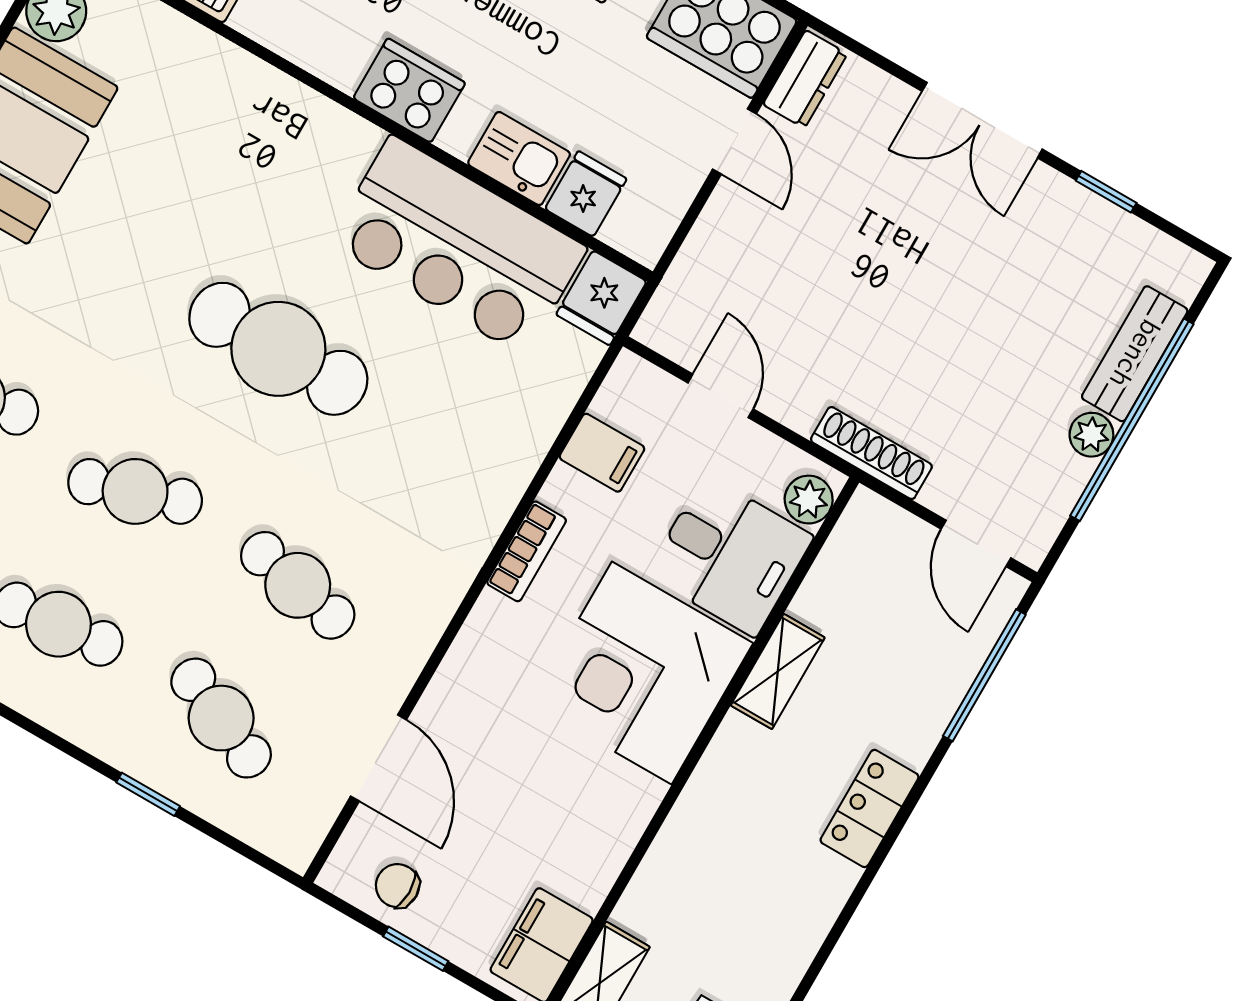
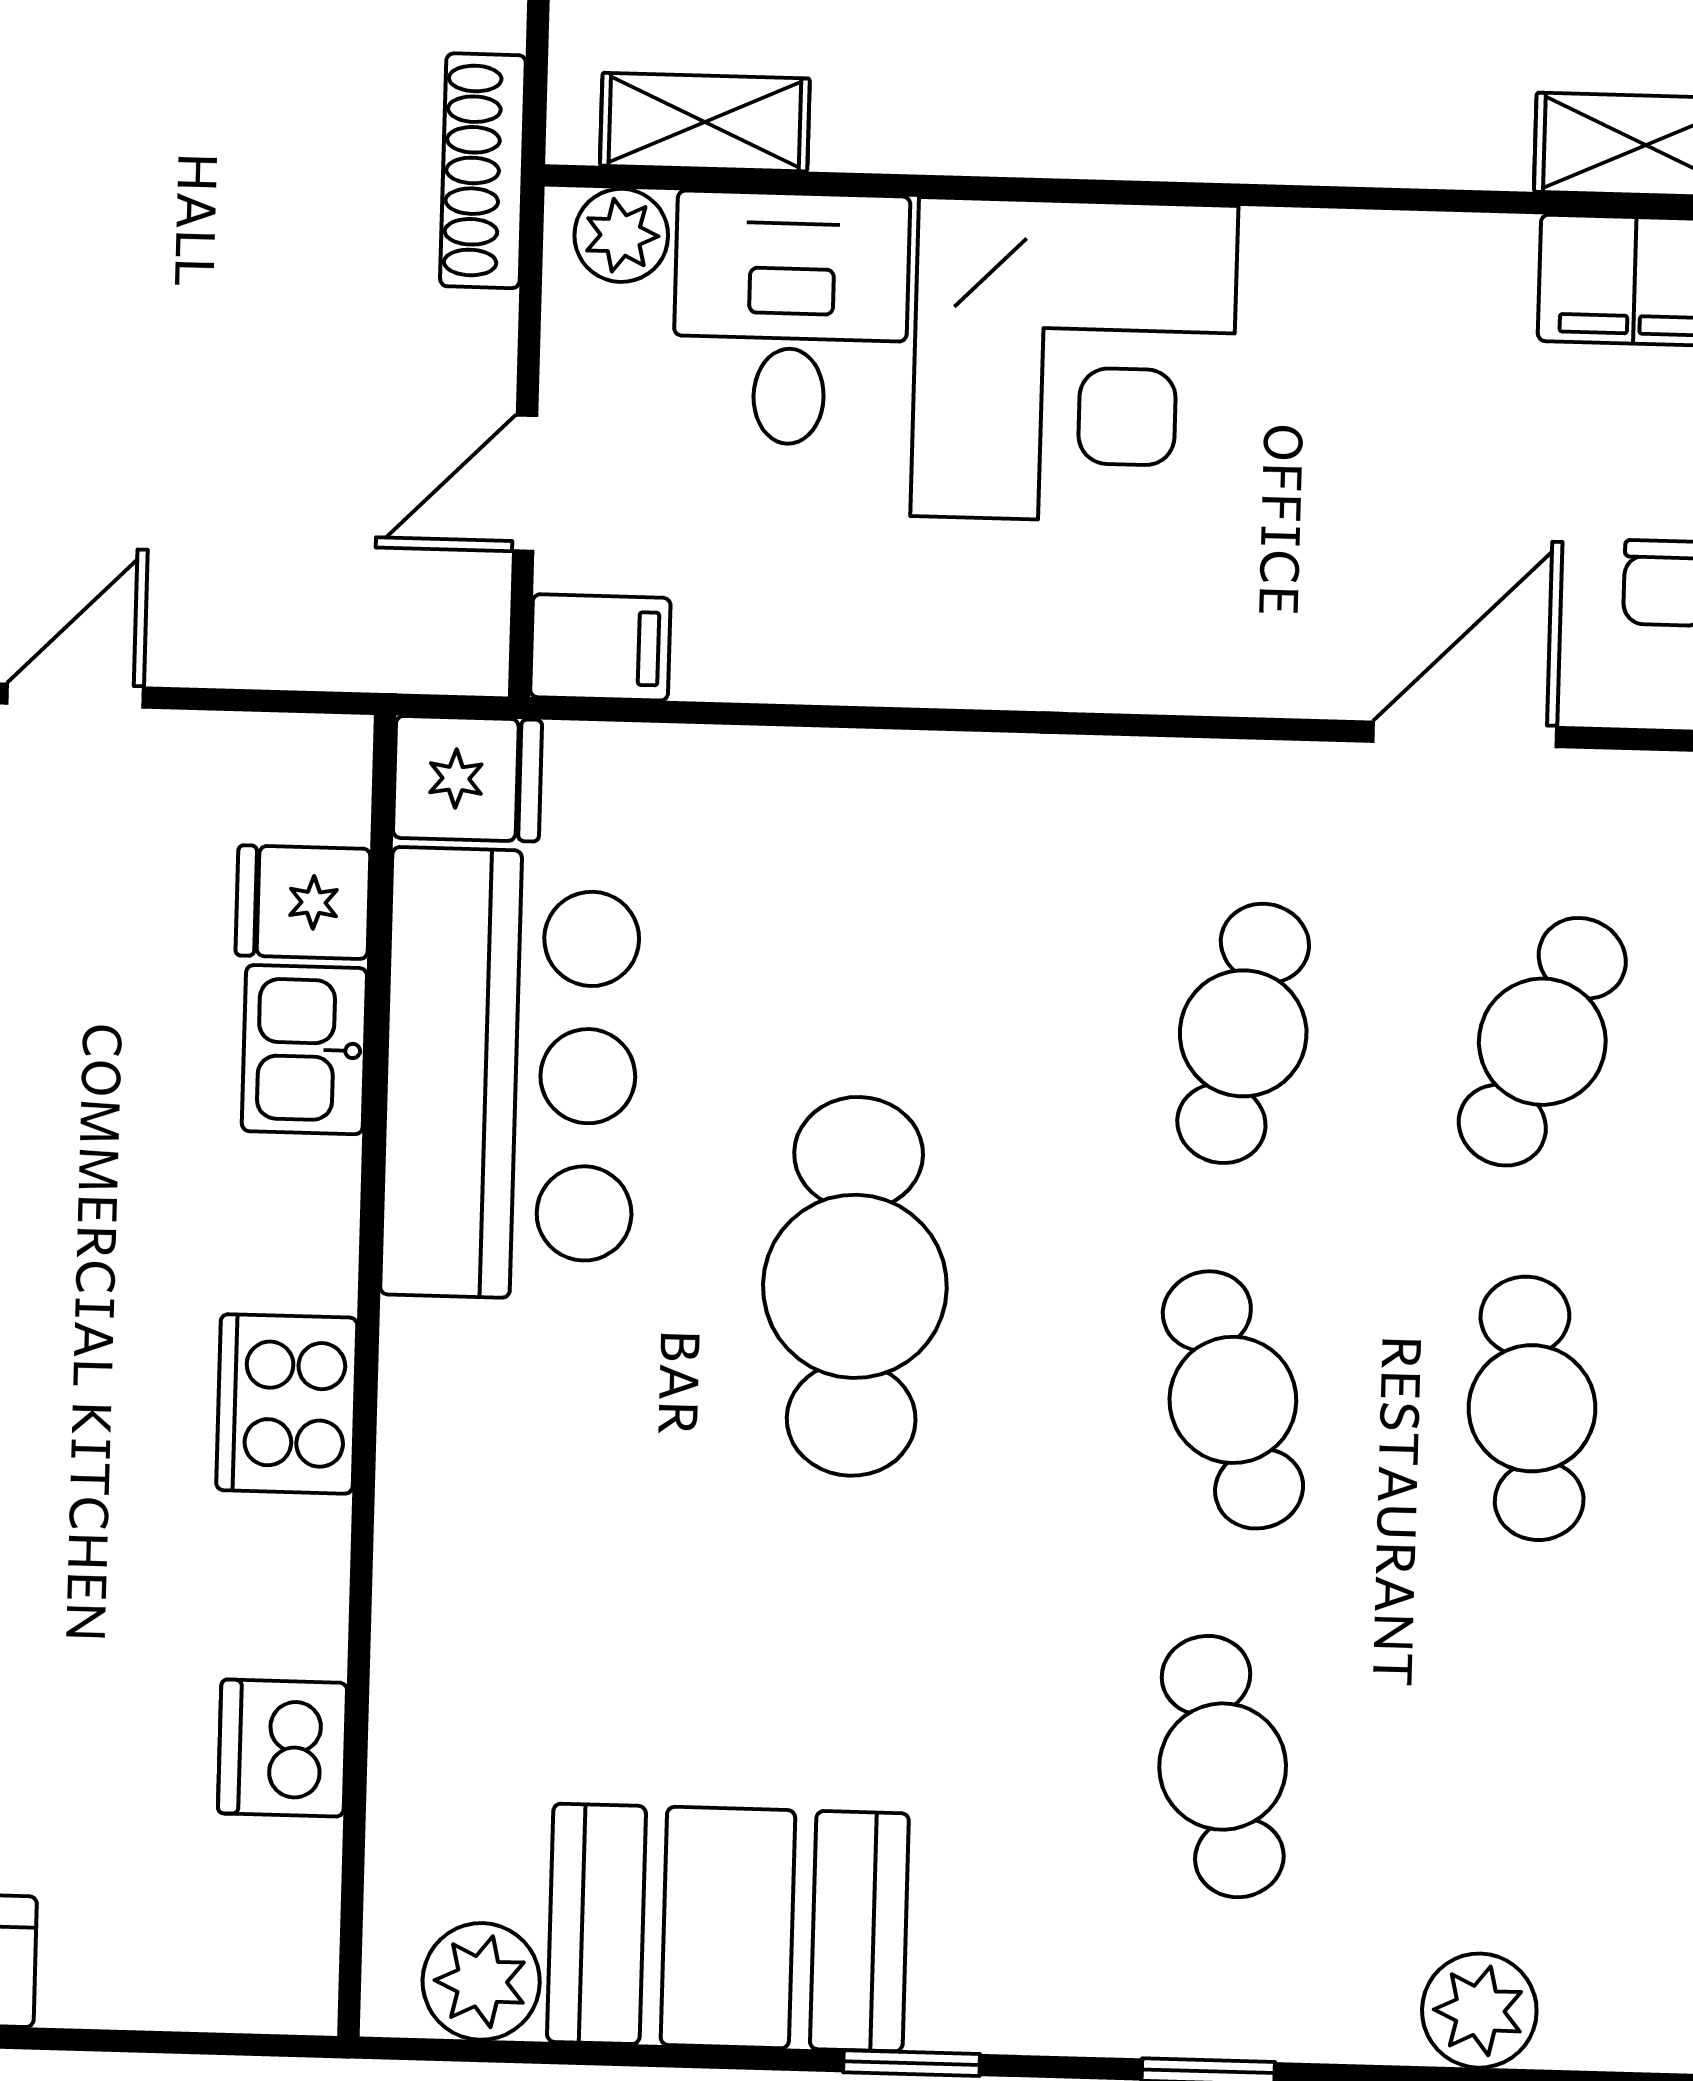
cooker: (409, 90) -> (287, 1404), moved
filing cabinet: (602, 453) -> (600, 647), moved, turned 90
bookcase: (527, 551) -> (972, 672), removed
shelving: (778, 671) -> (705, 122), moved

